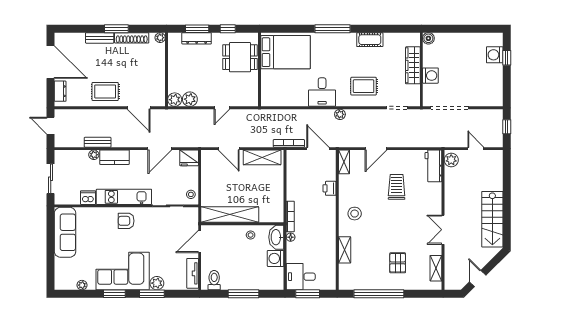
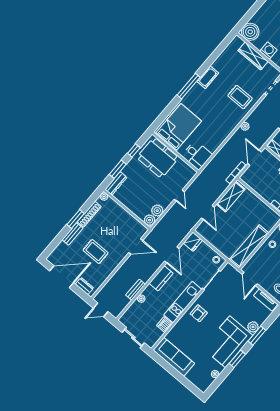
dresser: (197, 38) -> (116, 183), moved
boiler: (428, 38) -> (250, 32), width x1.86, depth x1.86
cot: (370, 40) -> (208, 77), moved
dining table: (240, 57) -> (158, 158), width x1.37
rug: (364, 86) -> (240, 97), turned 90
rug: (105, 91) -> (96, 252), moved, turned 90
desk: (322, 92) -> (197, 155), moved
door: (229, 149) -> (208, 213), hinge flipped
door: (318, 149) -> (254, 158), hinge flipped
kitchen counter: (114, 157) -> (161, 278), moved

